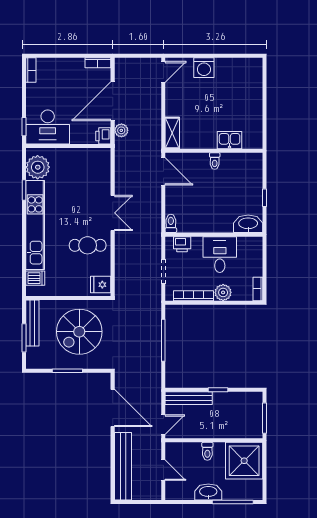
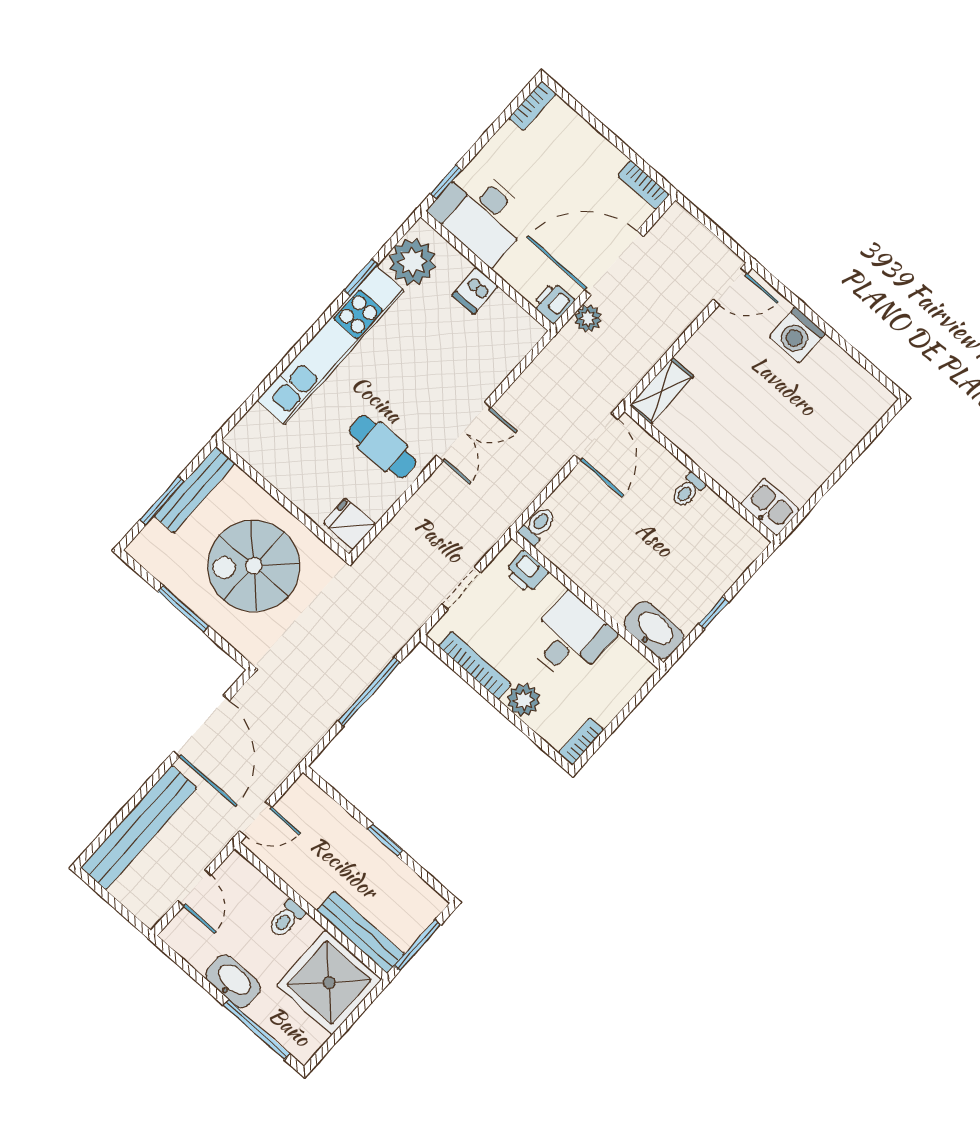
kitchen sink: (230, 140) -> (770, 507), moved
dishwasher: (35, 278) -> (475, 291), moved, turned 90
bench: (189, 398) -> (360, 932), moved

